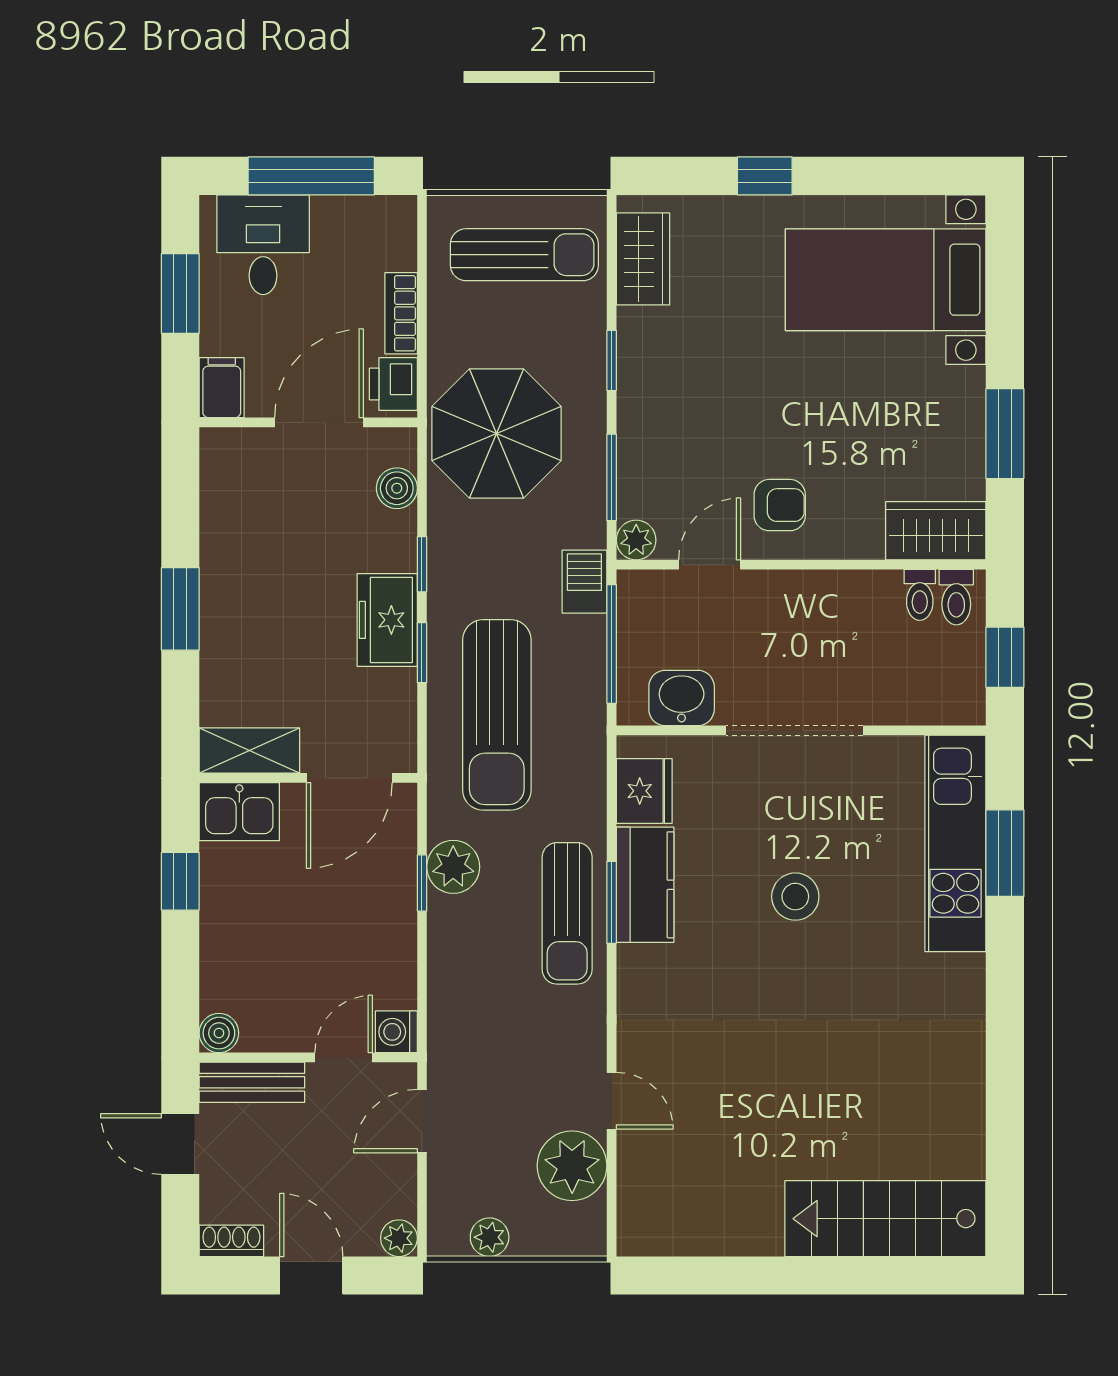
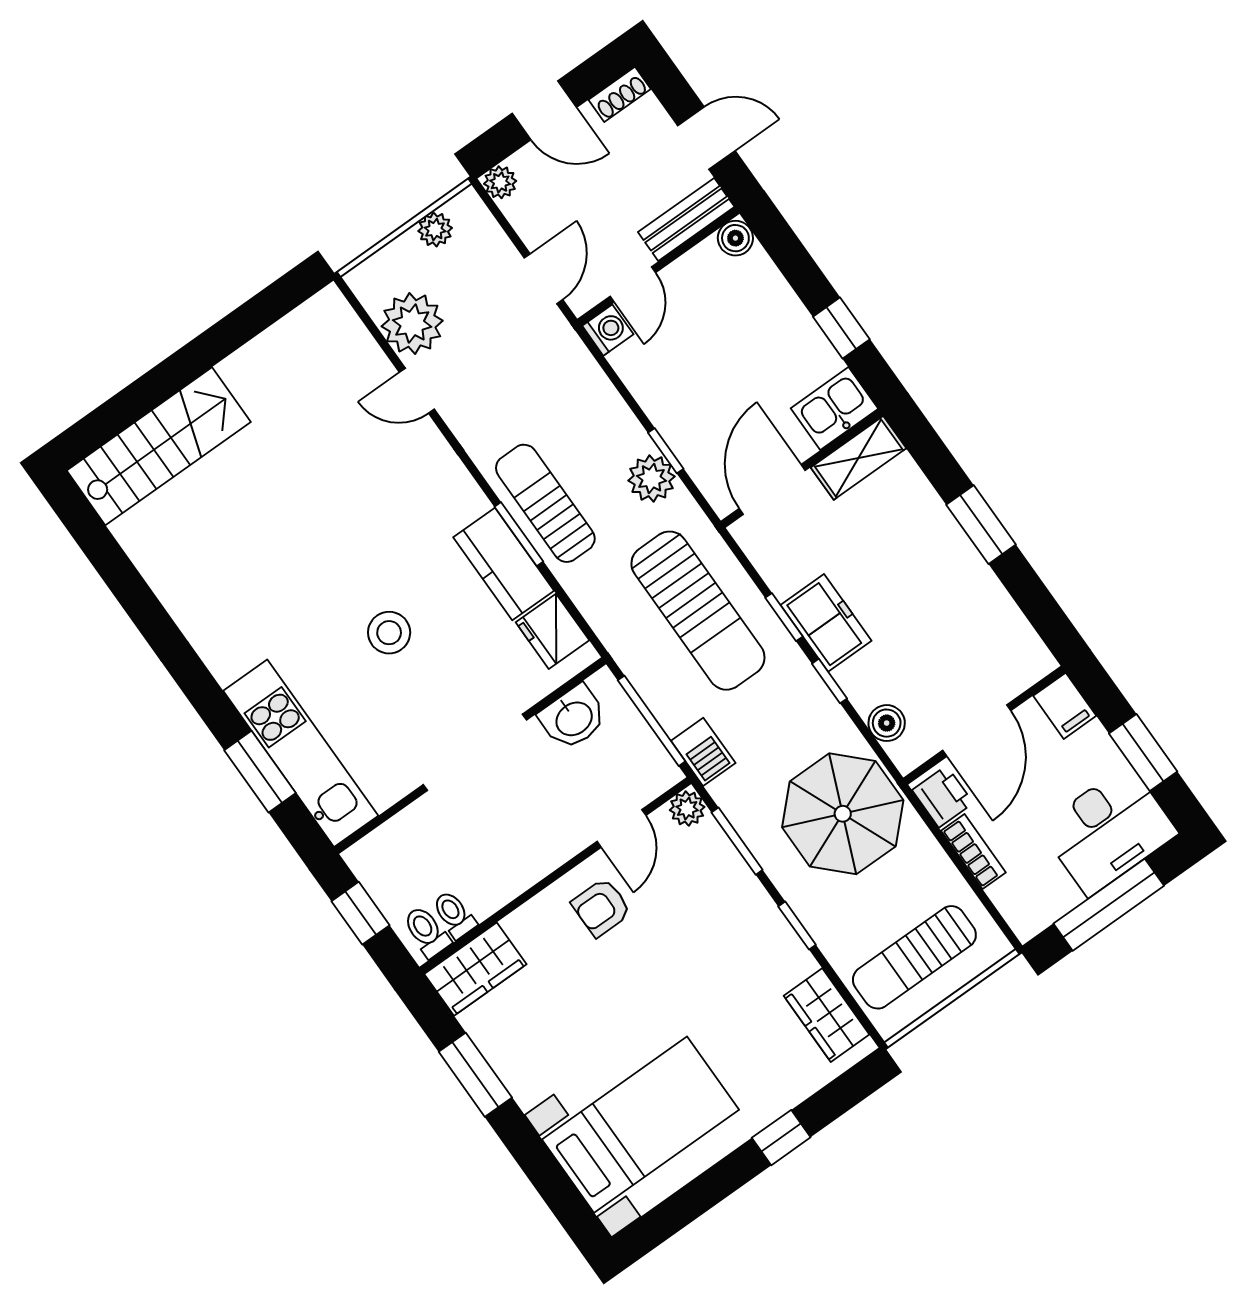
desk: (263, 245) -> (1108, 830), width x1.37
sun lounger: (497, 715) -> (698, 611), turned 180

